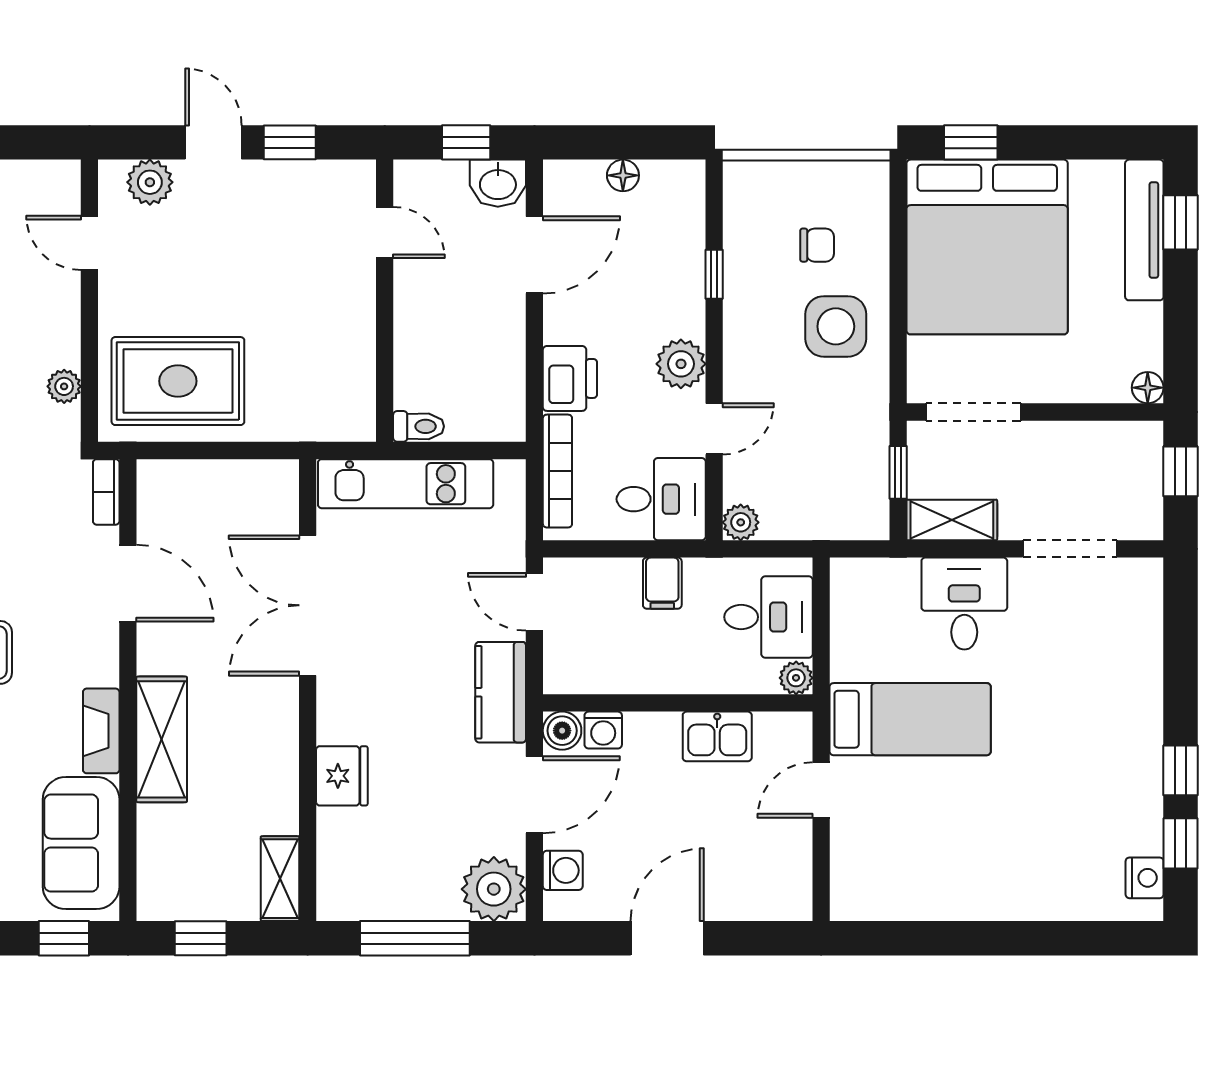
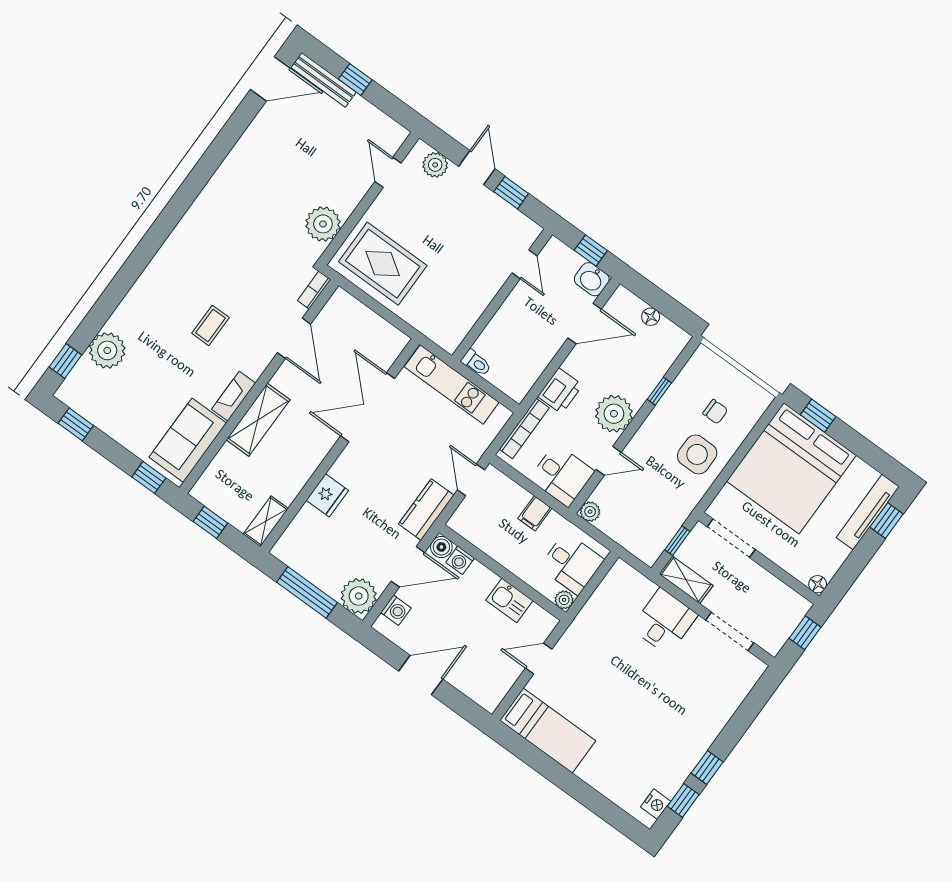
plant: (681, 364) -> (614, 414), width x1.36, depth x1.36
plant: (64, 386) -> (323, 224), width x1.88, depth x1.88
bed: (910, 719) -> (548, 731), moved

